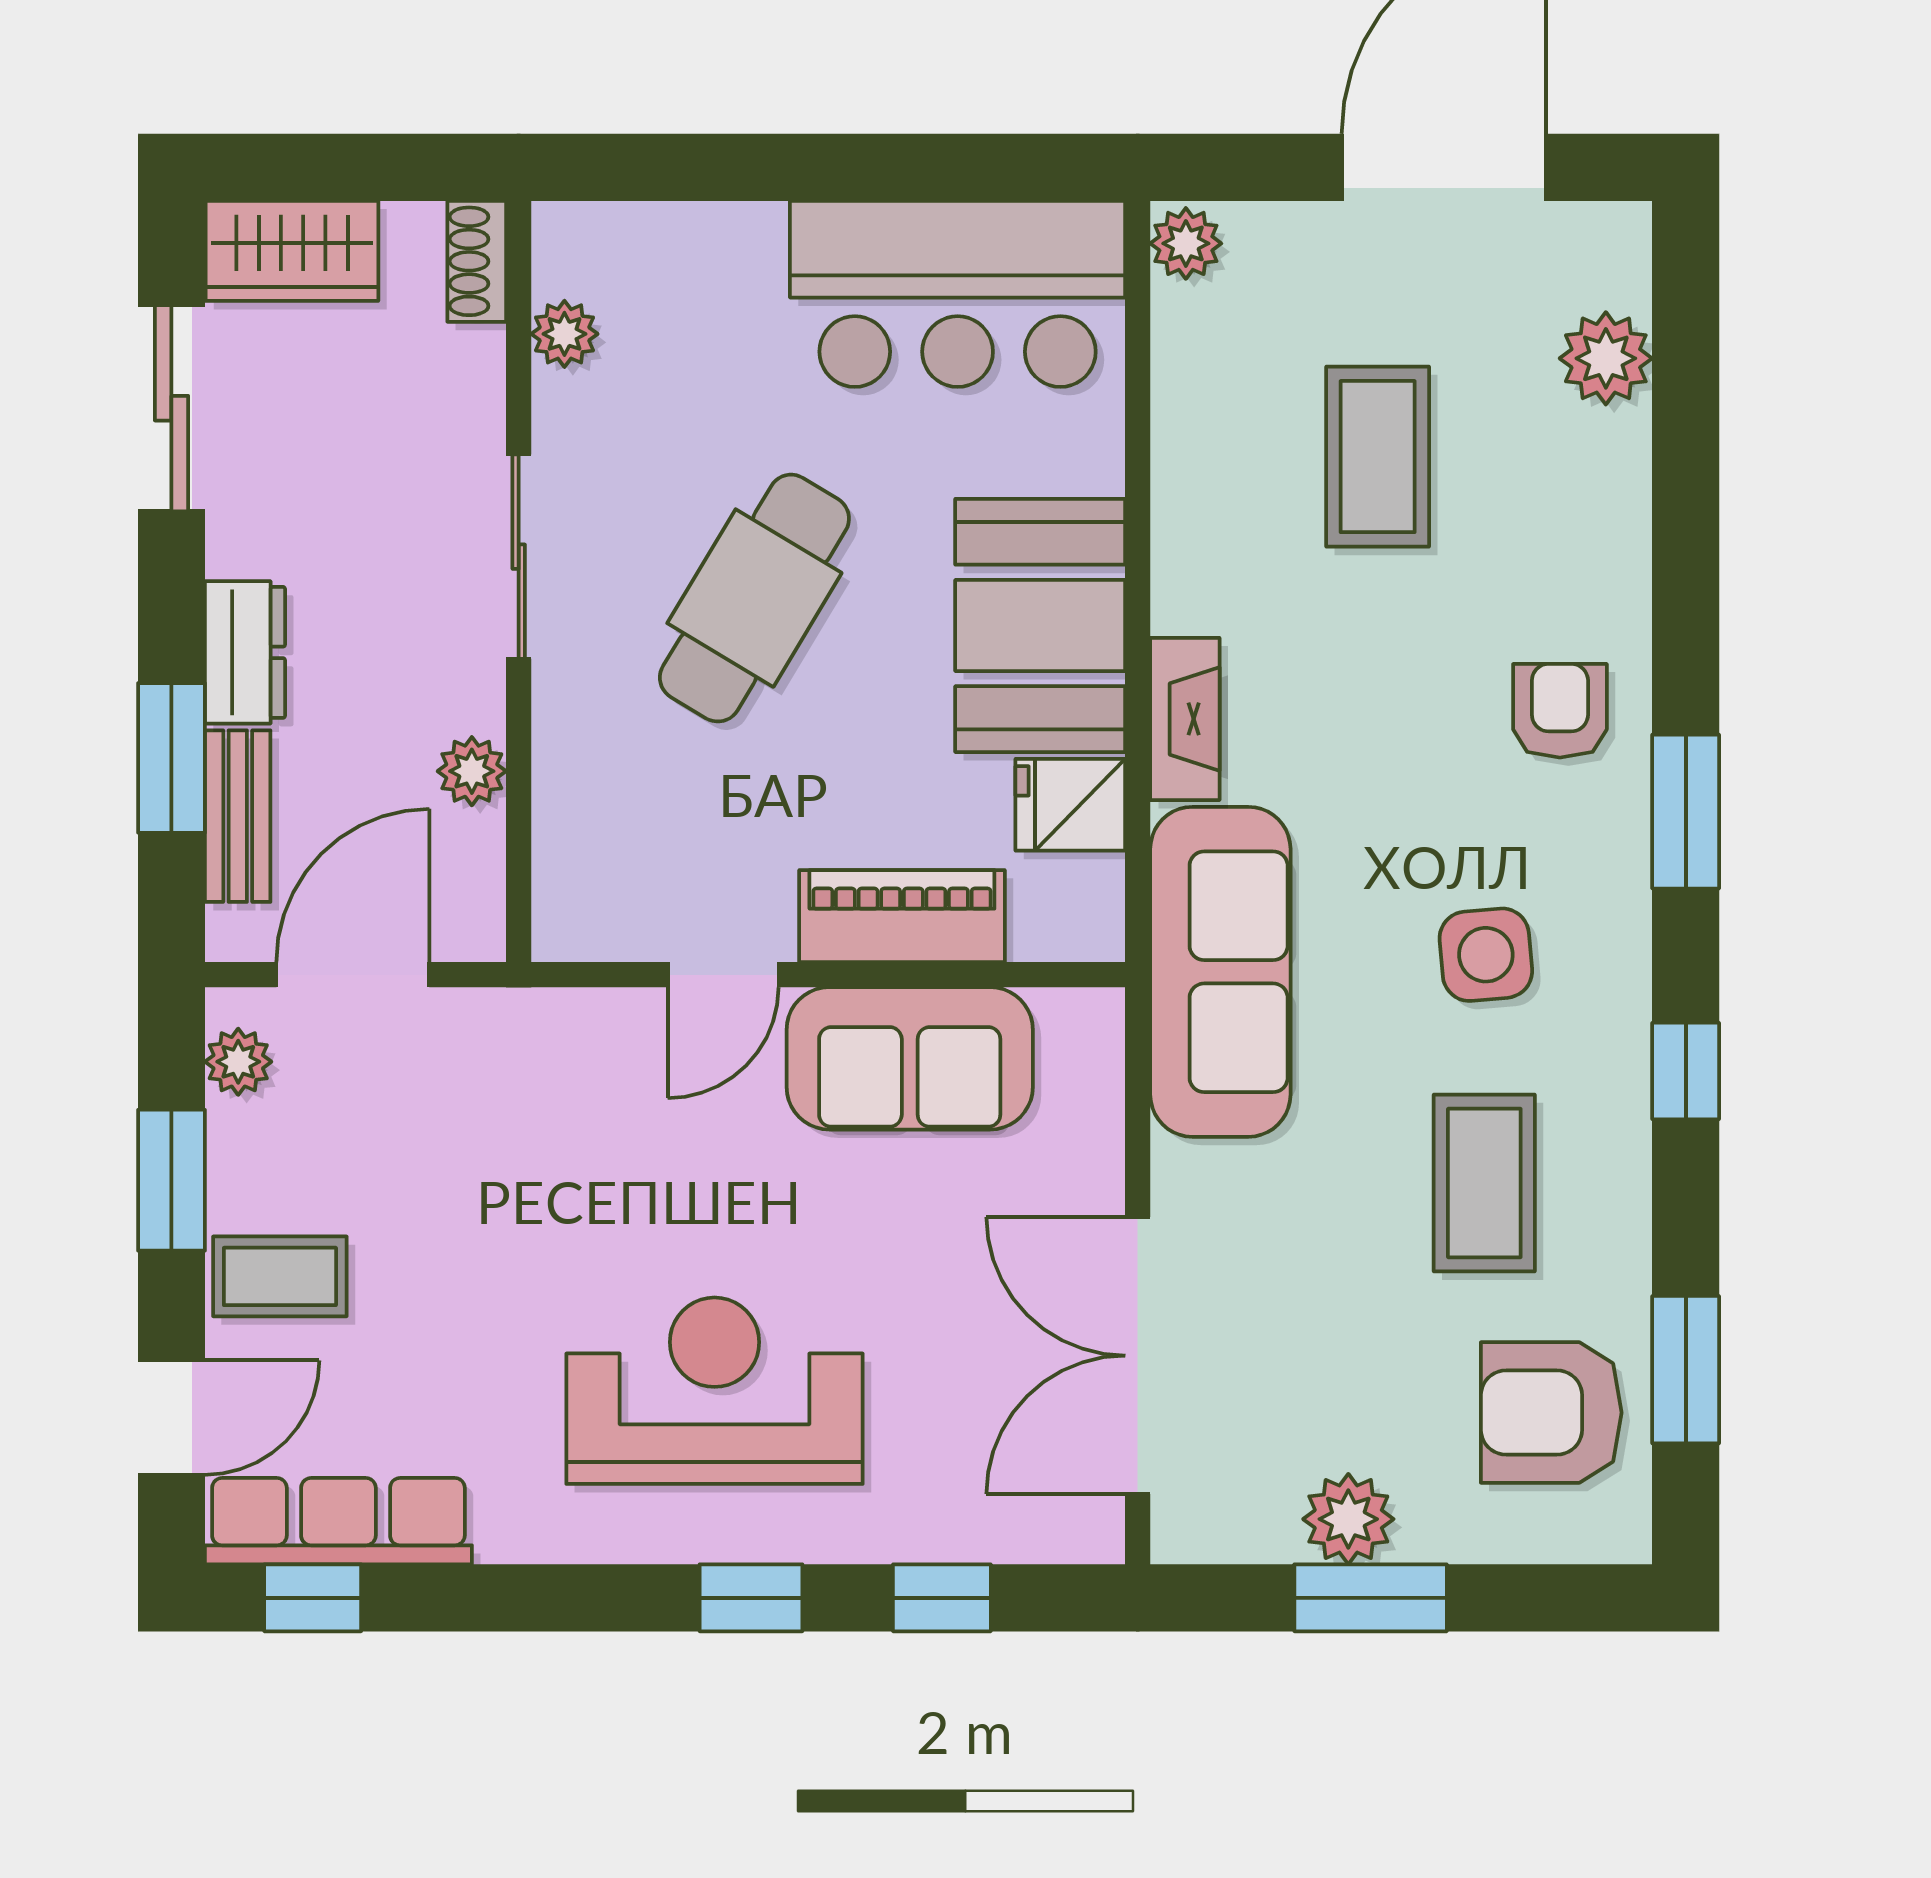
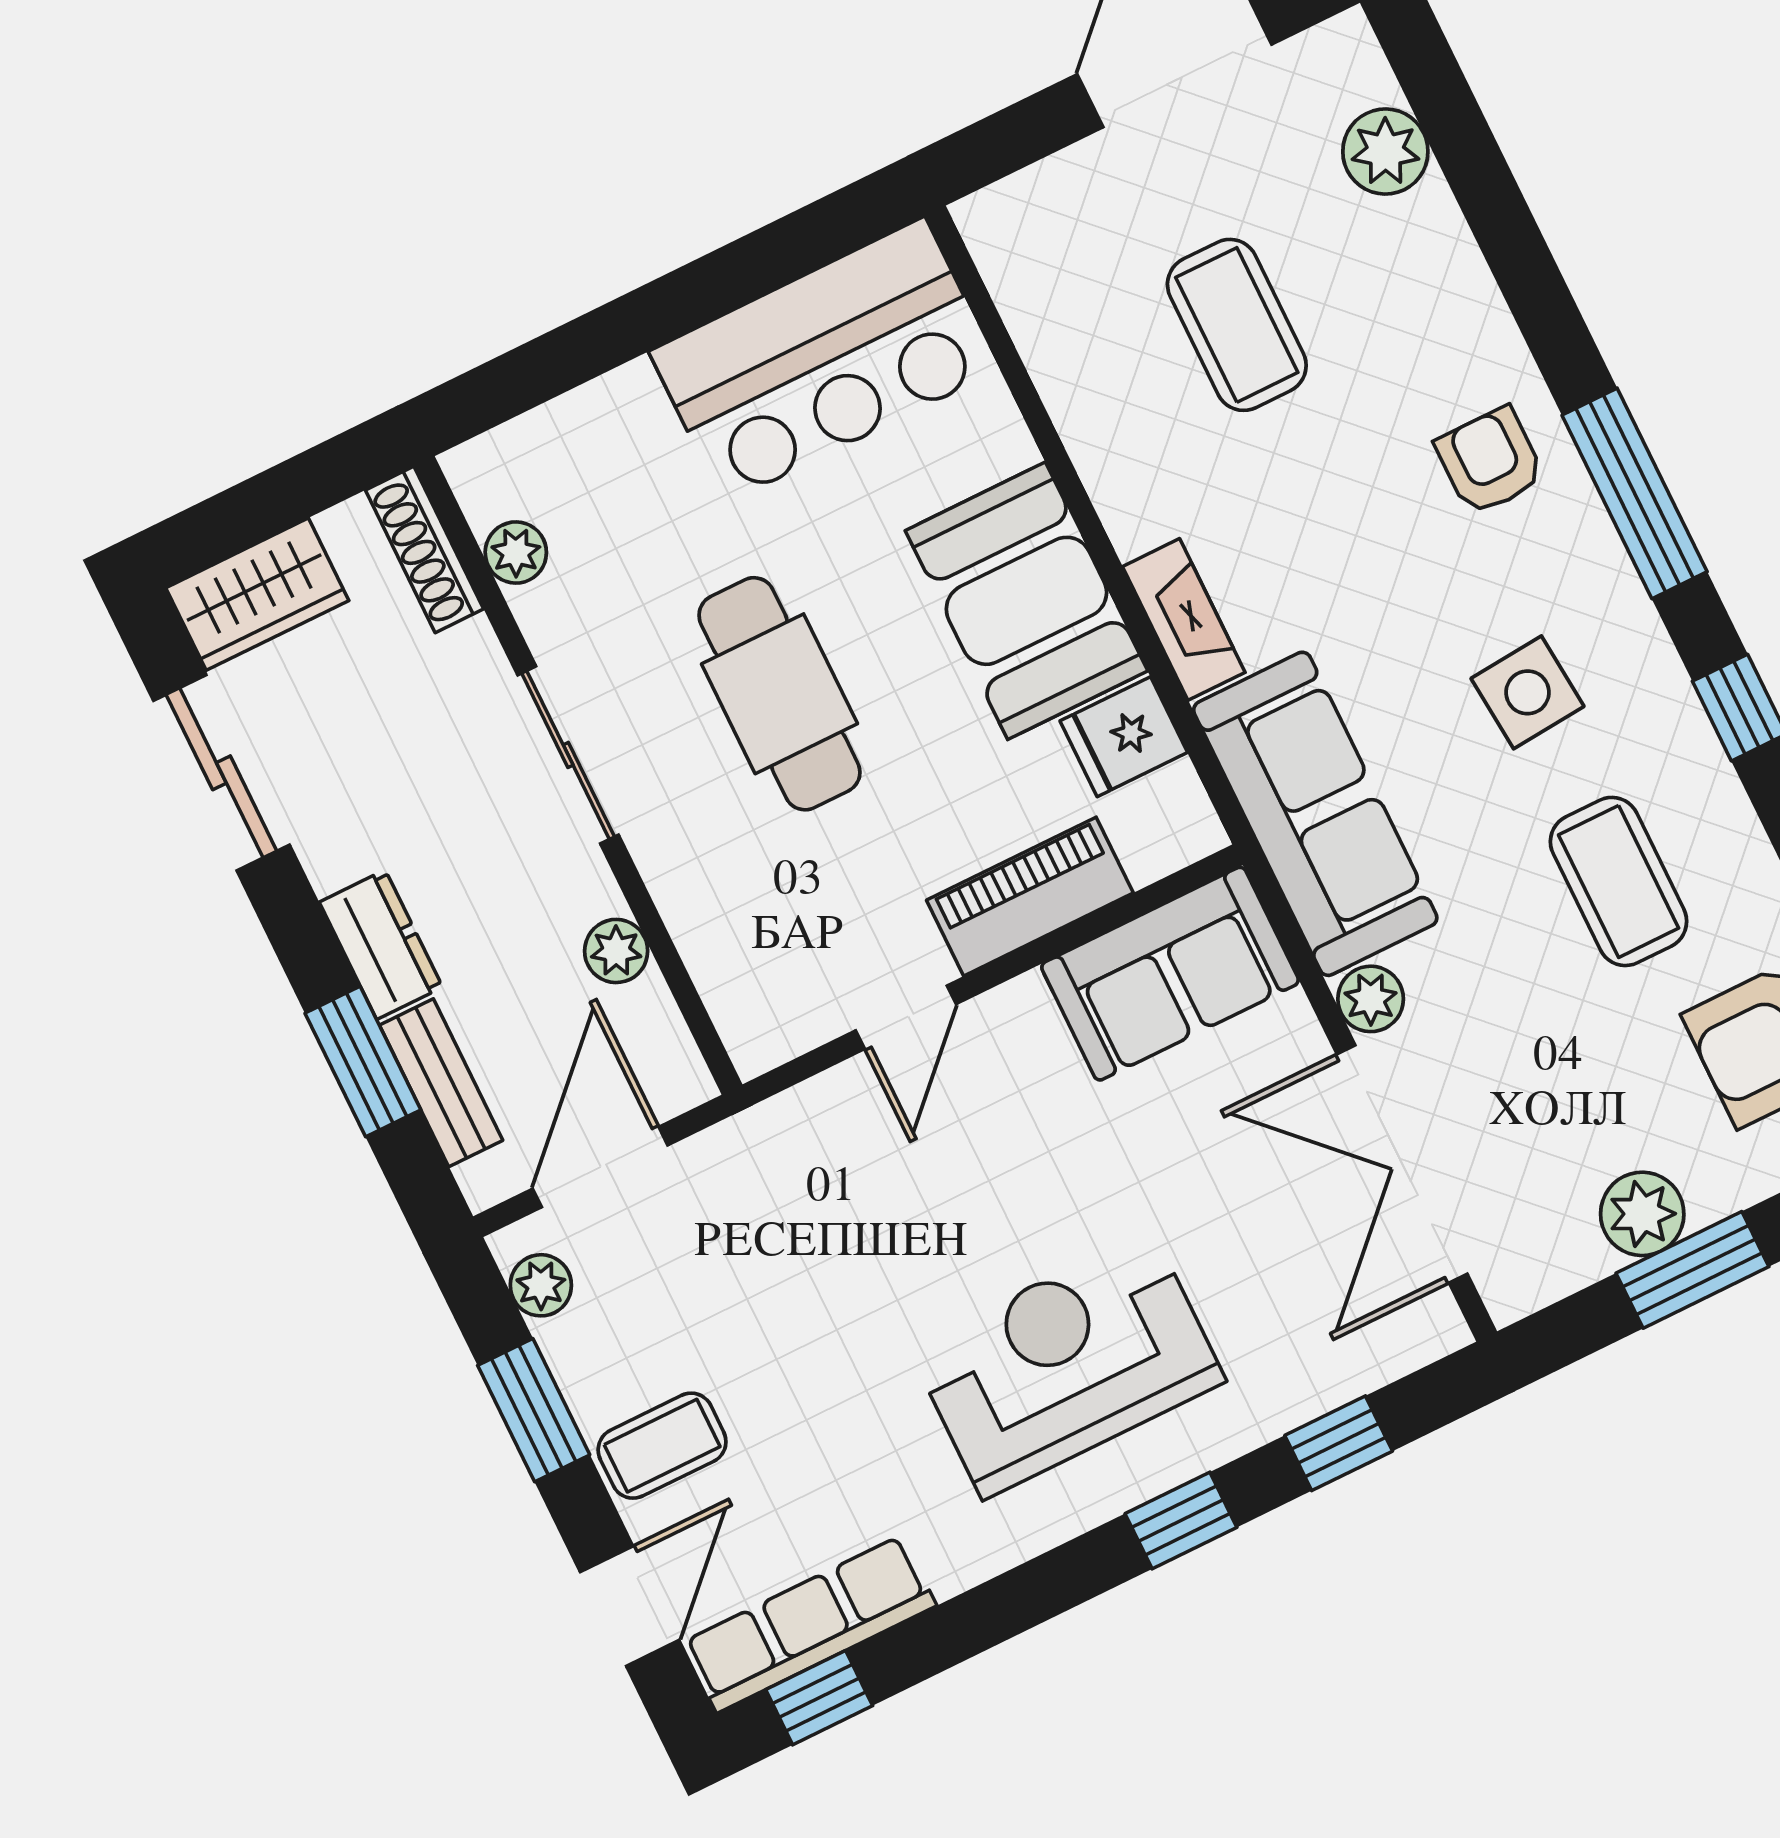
plant: (1186, 243) -> (1371, 999), moved
shoe rack: (477, 261) -> (425, 549), width x1.43
cafe table: (754, 598) -> (779, 694), turned -31
window: (1686, 812) -> (1635, 493), width x1.44
sofa: (910, 1058) -> (1170, 974), moved

